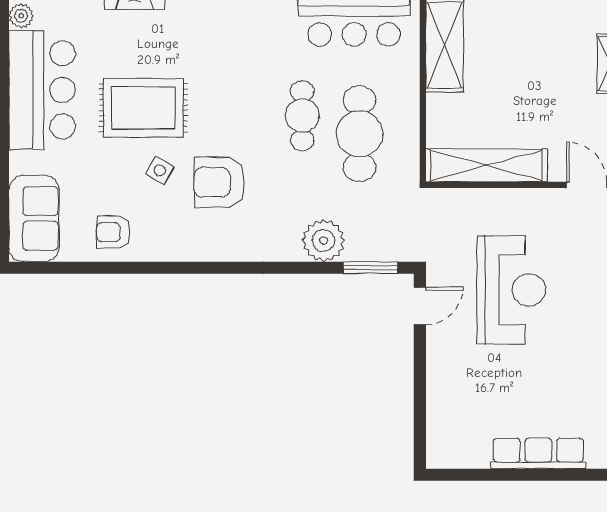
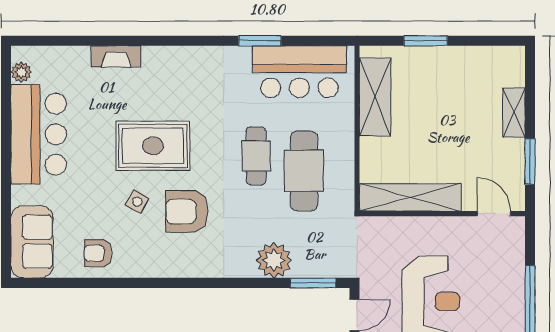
rug: (143, 108) -> (153, 146), moved

